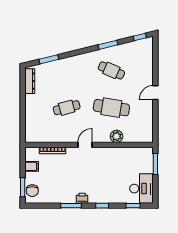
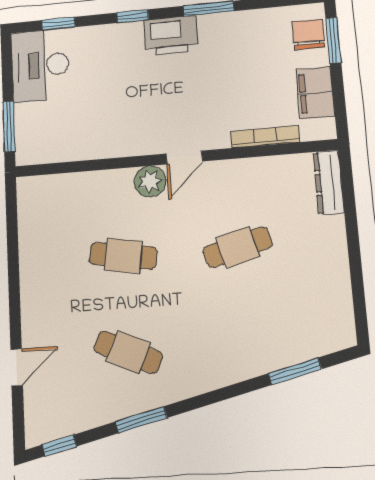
dresser: (30, 81) -> (329, 182), moved
door: (155, 93) -> (17, 367), moved
cafe table: (111, 108) -> (123, 256), width x0.73, depth x0.74
plant: (117, 136) -> (150, 181), moved
filing cabinet: (32, 166) -> (315, 93), width x2.00
printer: (82, 198) -> (171, 35), width x1.87, depth x1.48

